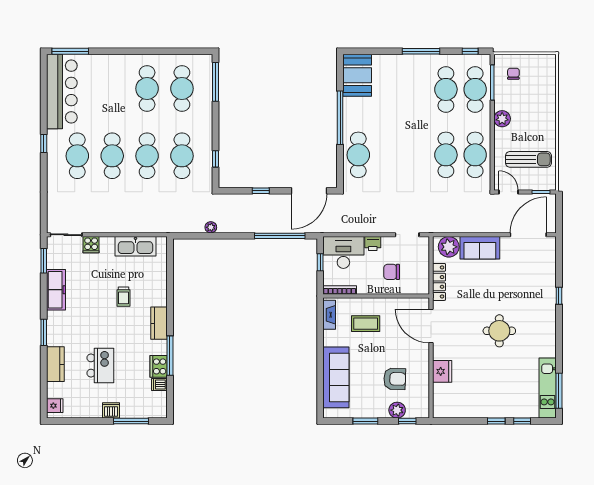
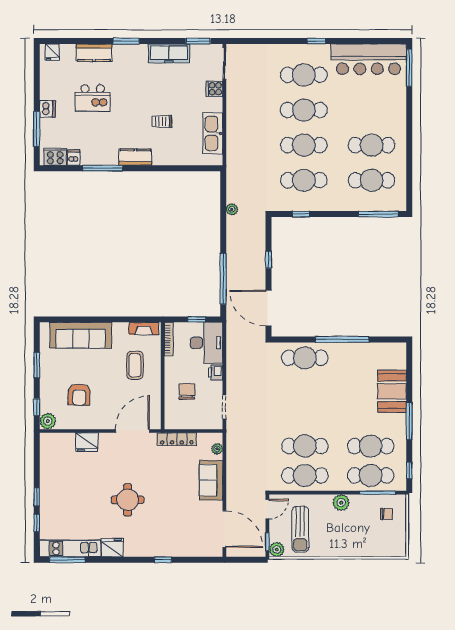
booth: (357, 75) -> (392, 391), moved, turned 90
plant: (549, 183) -> (277, 549), added
plant: (449, 247) -> (217, 449), width x0.53, depth x0.53
fridge: (547, 346) -> (112, 548), added
cooker: (159, 366) -> (55, 157), moved
plant: (397, 410) -> (48, 421), moved

